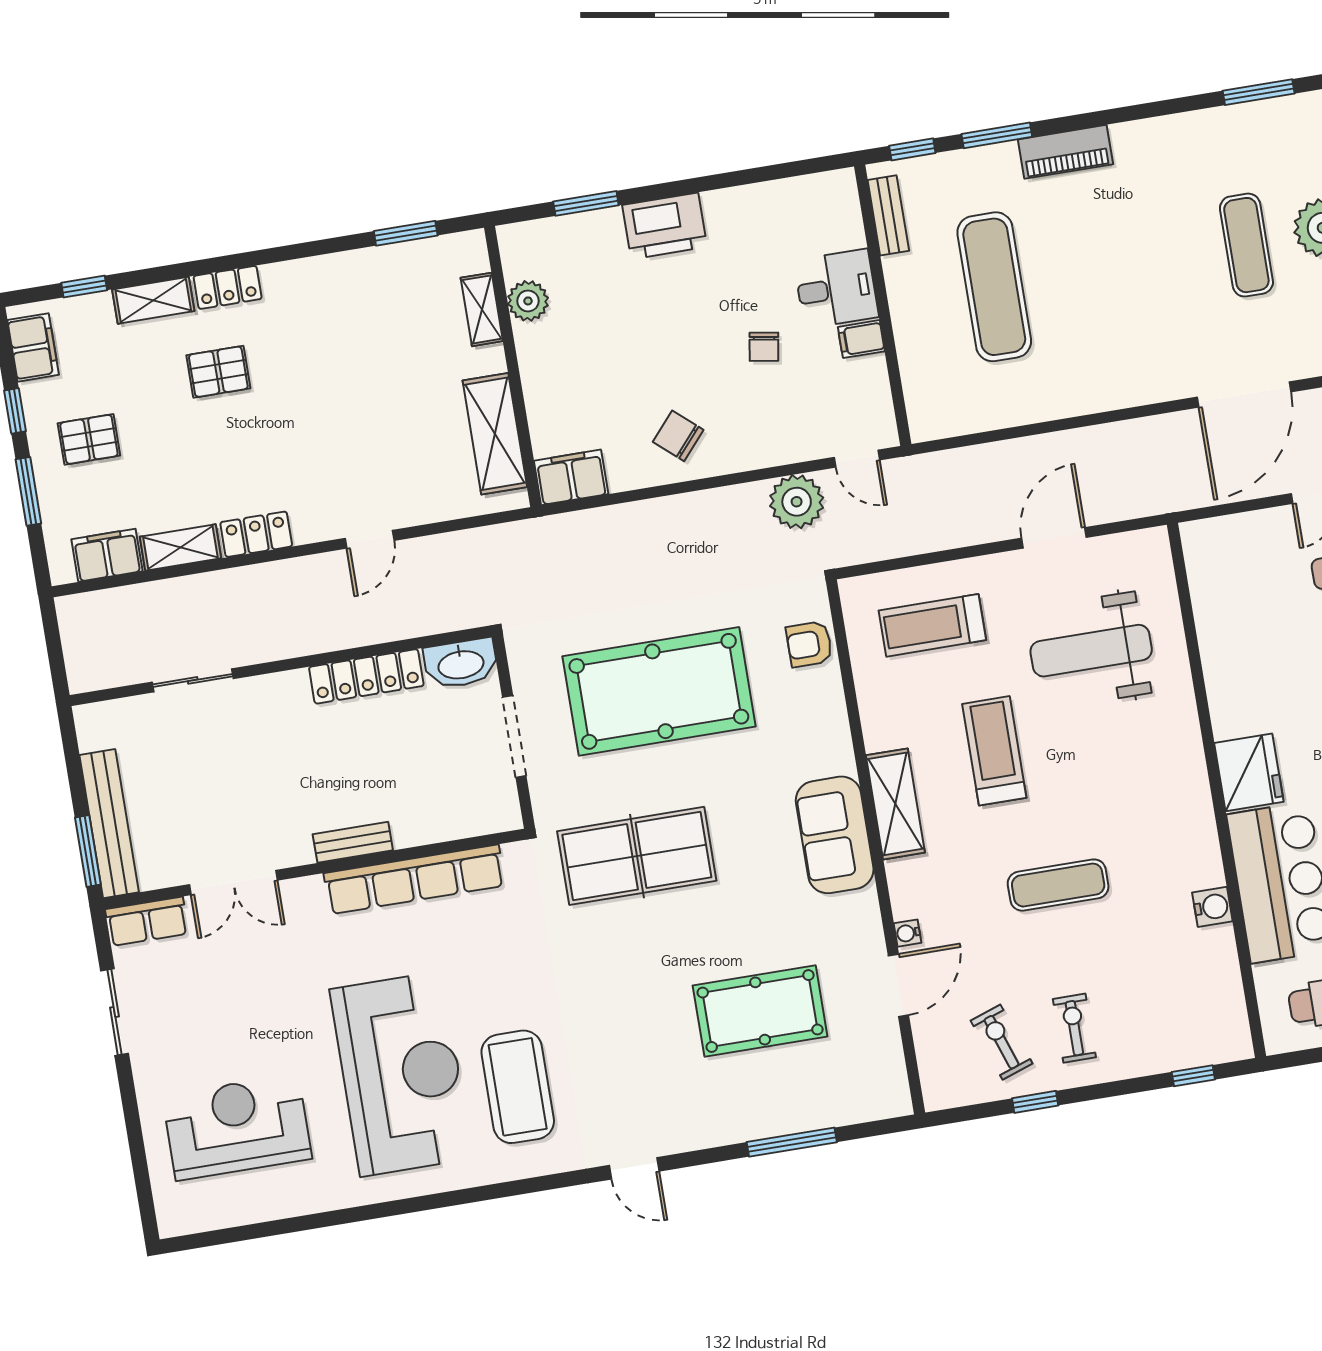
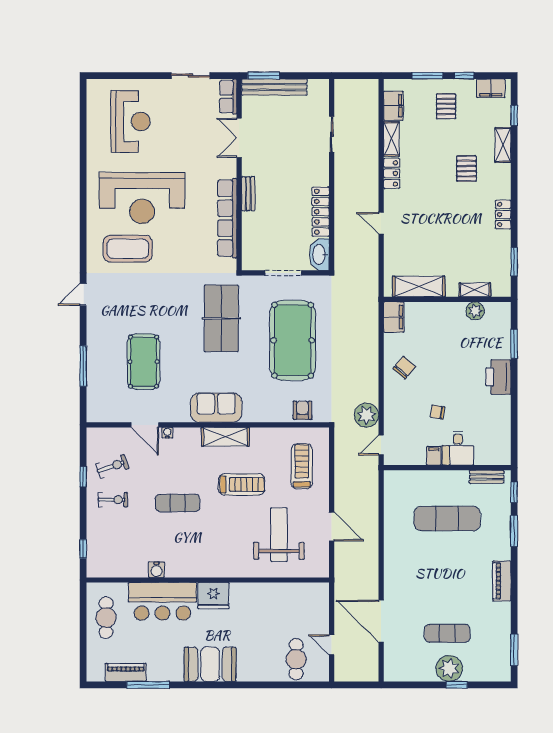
piano: (1065, 152) -> (502, 581), moved
locker: (228, 287) -> (503, 214), moved
exercise mat: (1058, 885) -> (178, 503), turned 90

